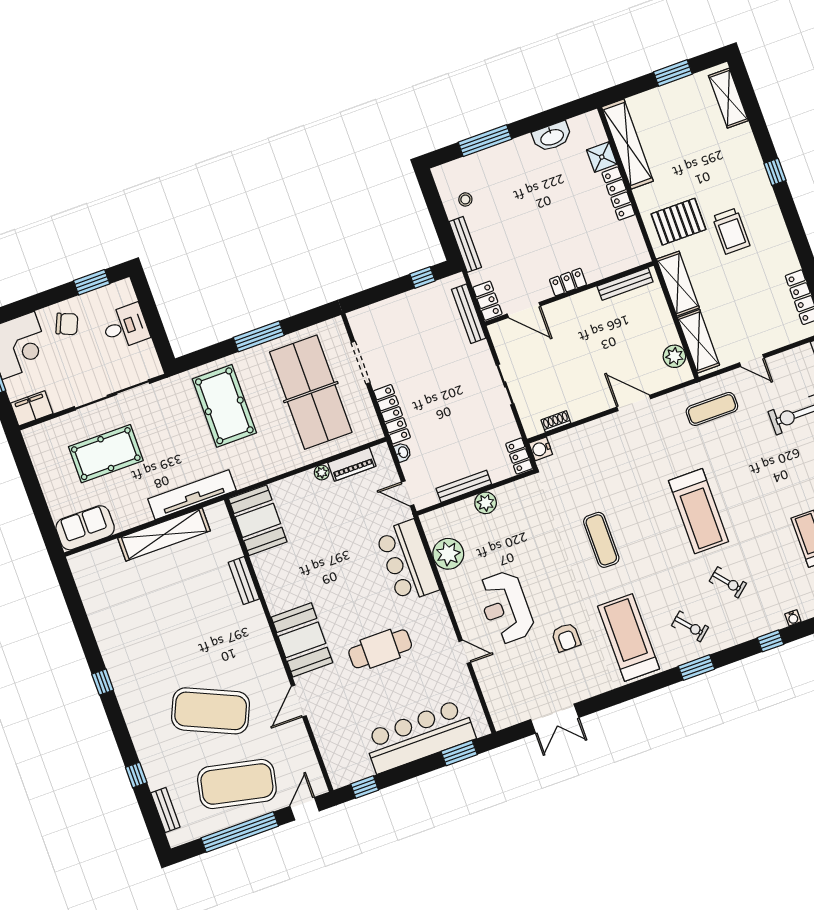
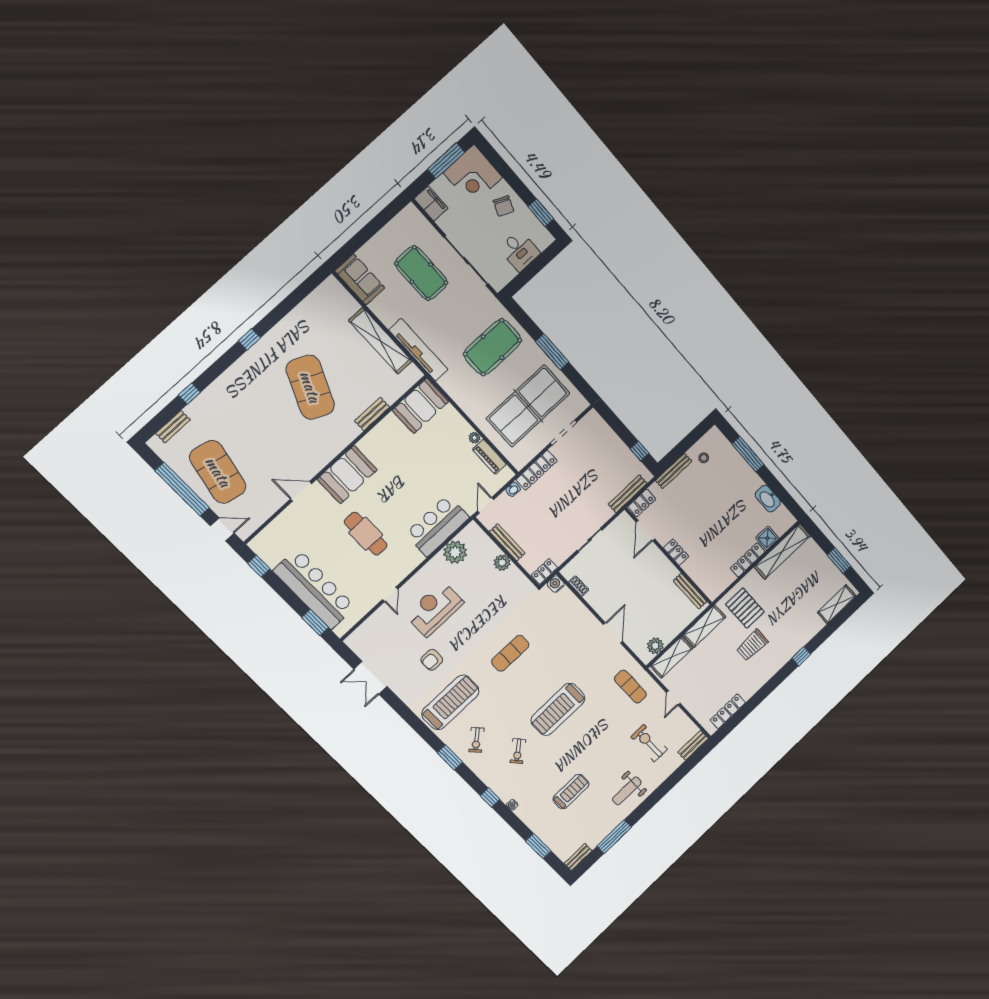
exercise mat: (211, 711) -> (310, 387), moved

